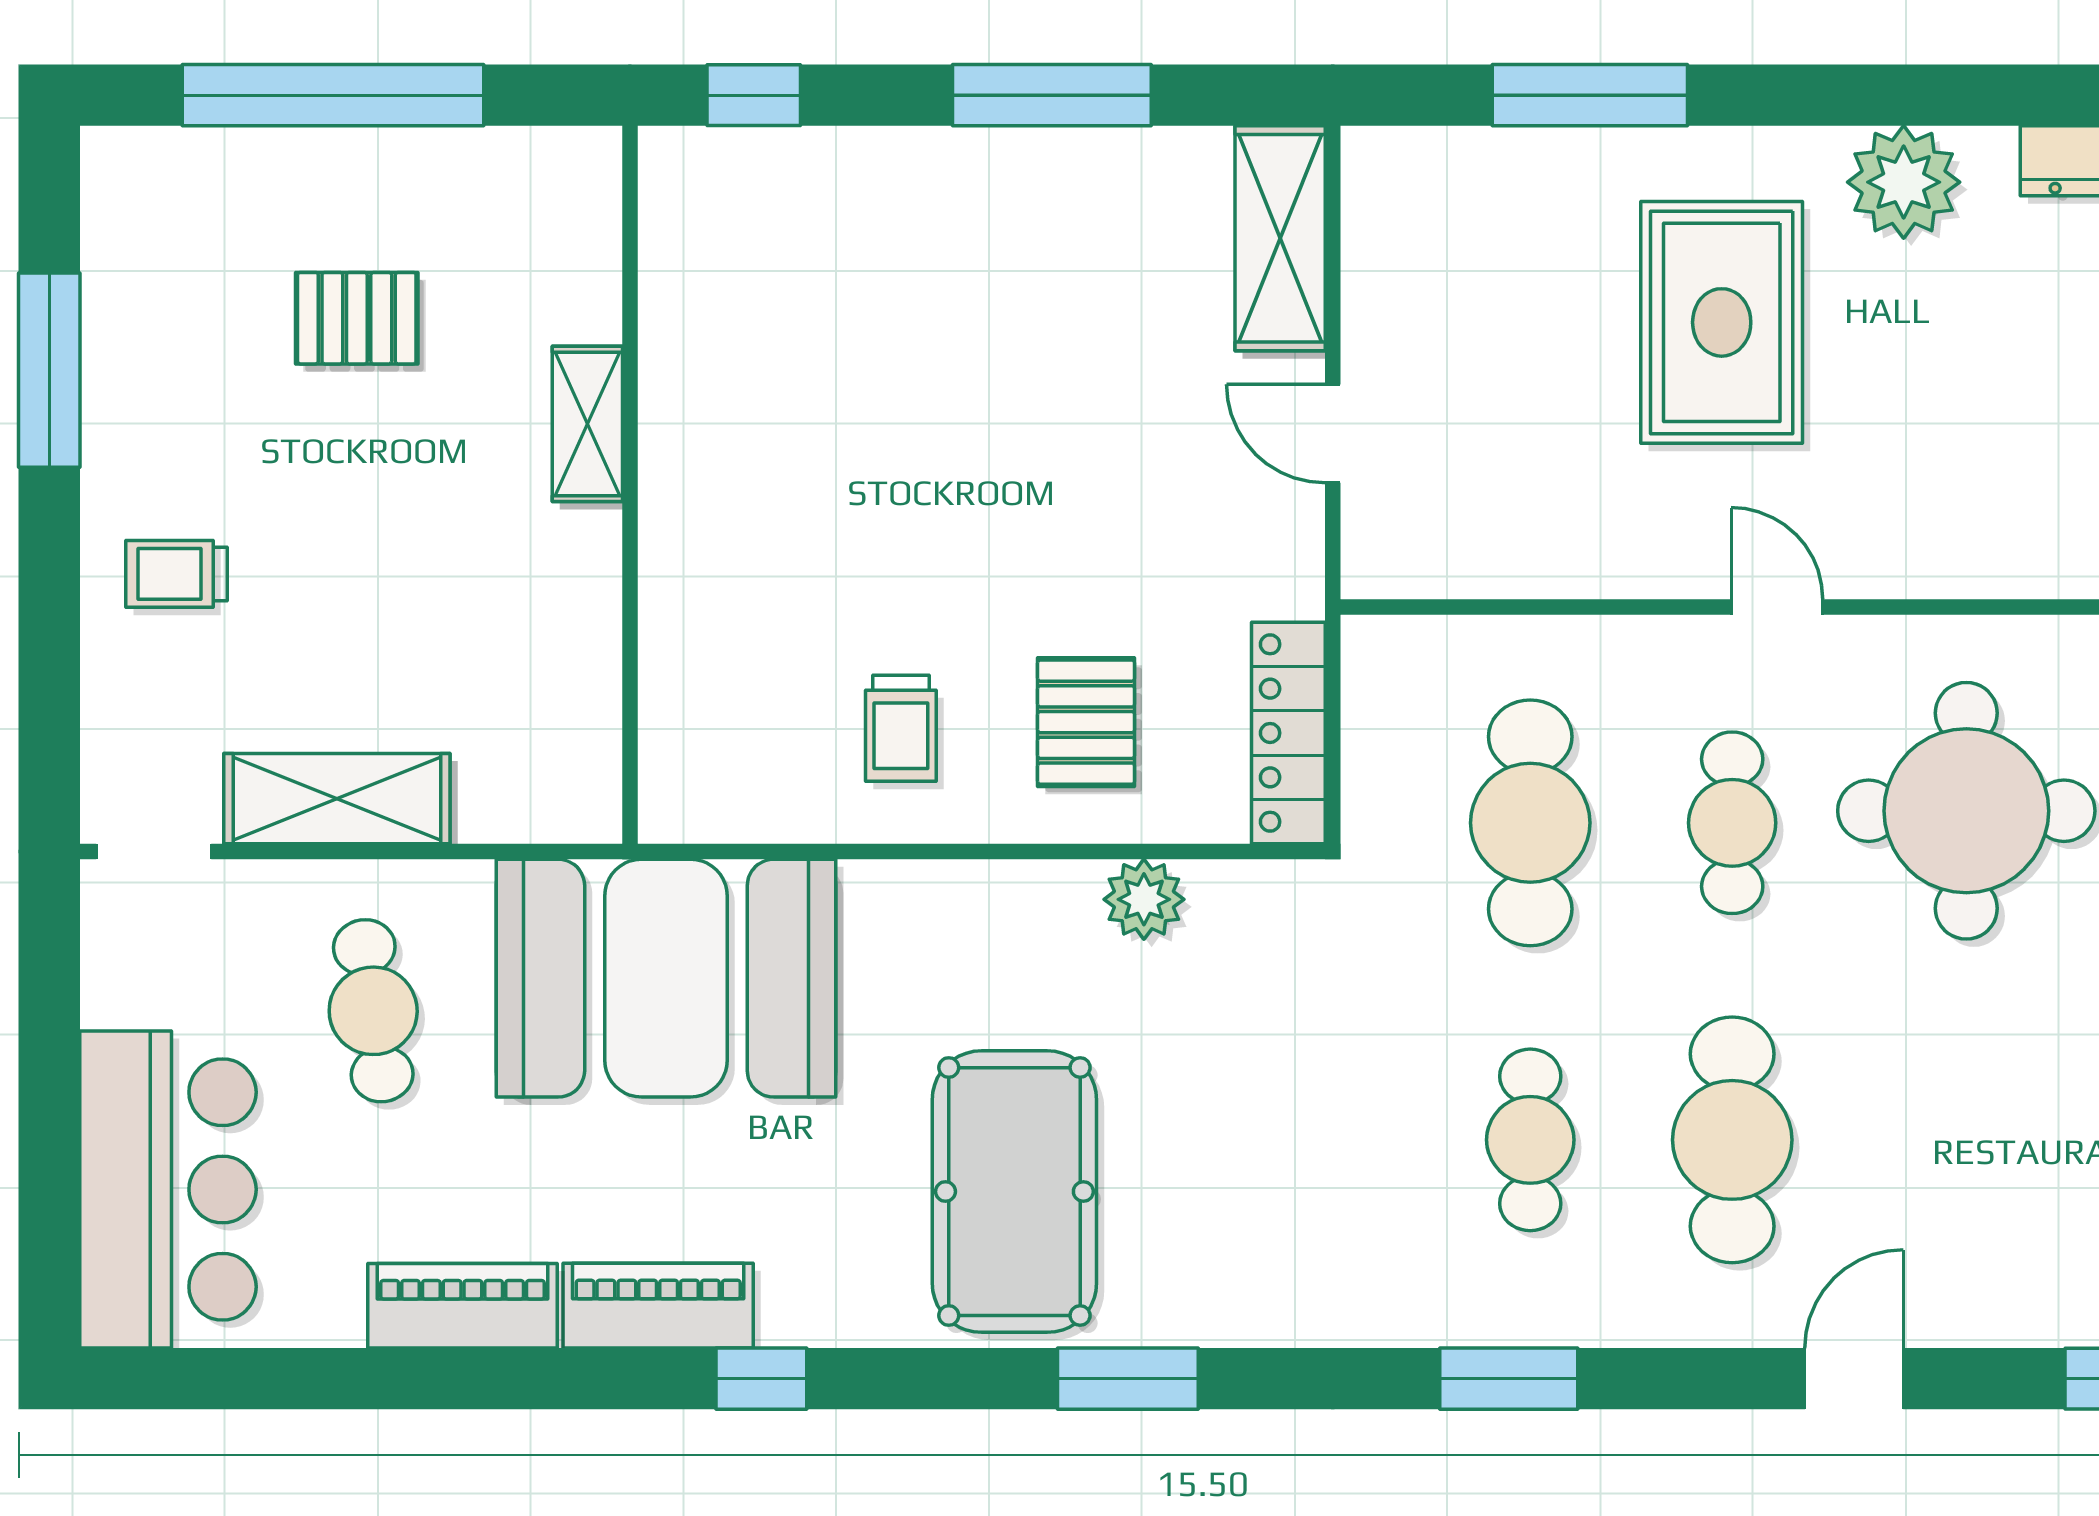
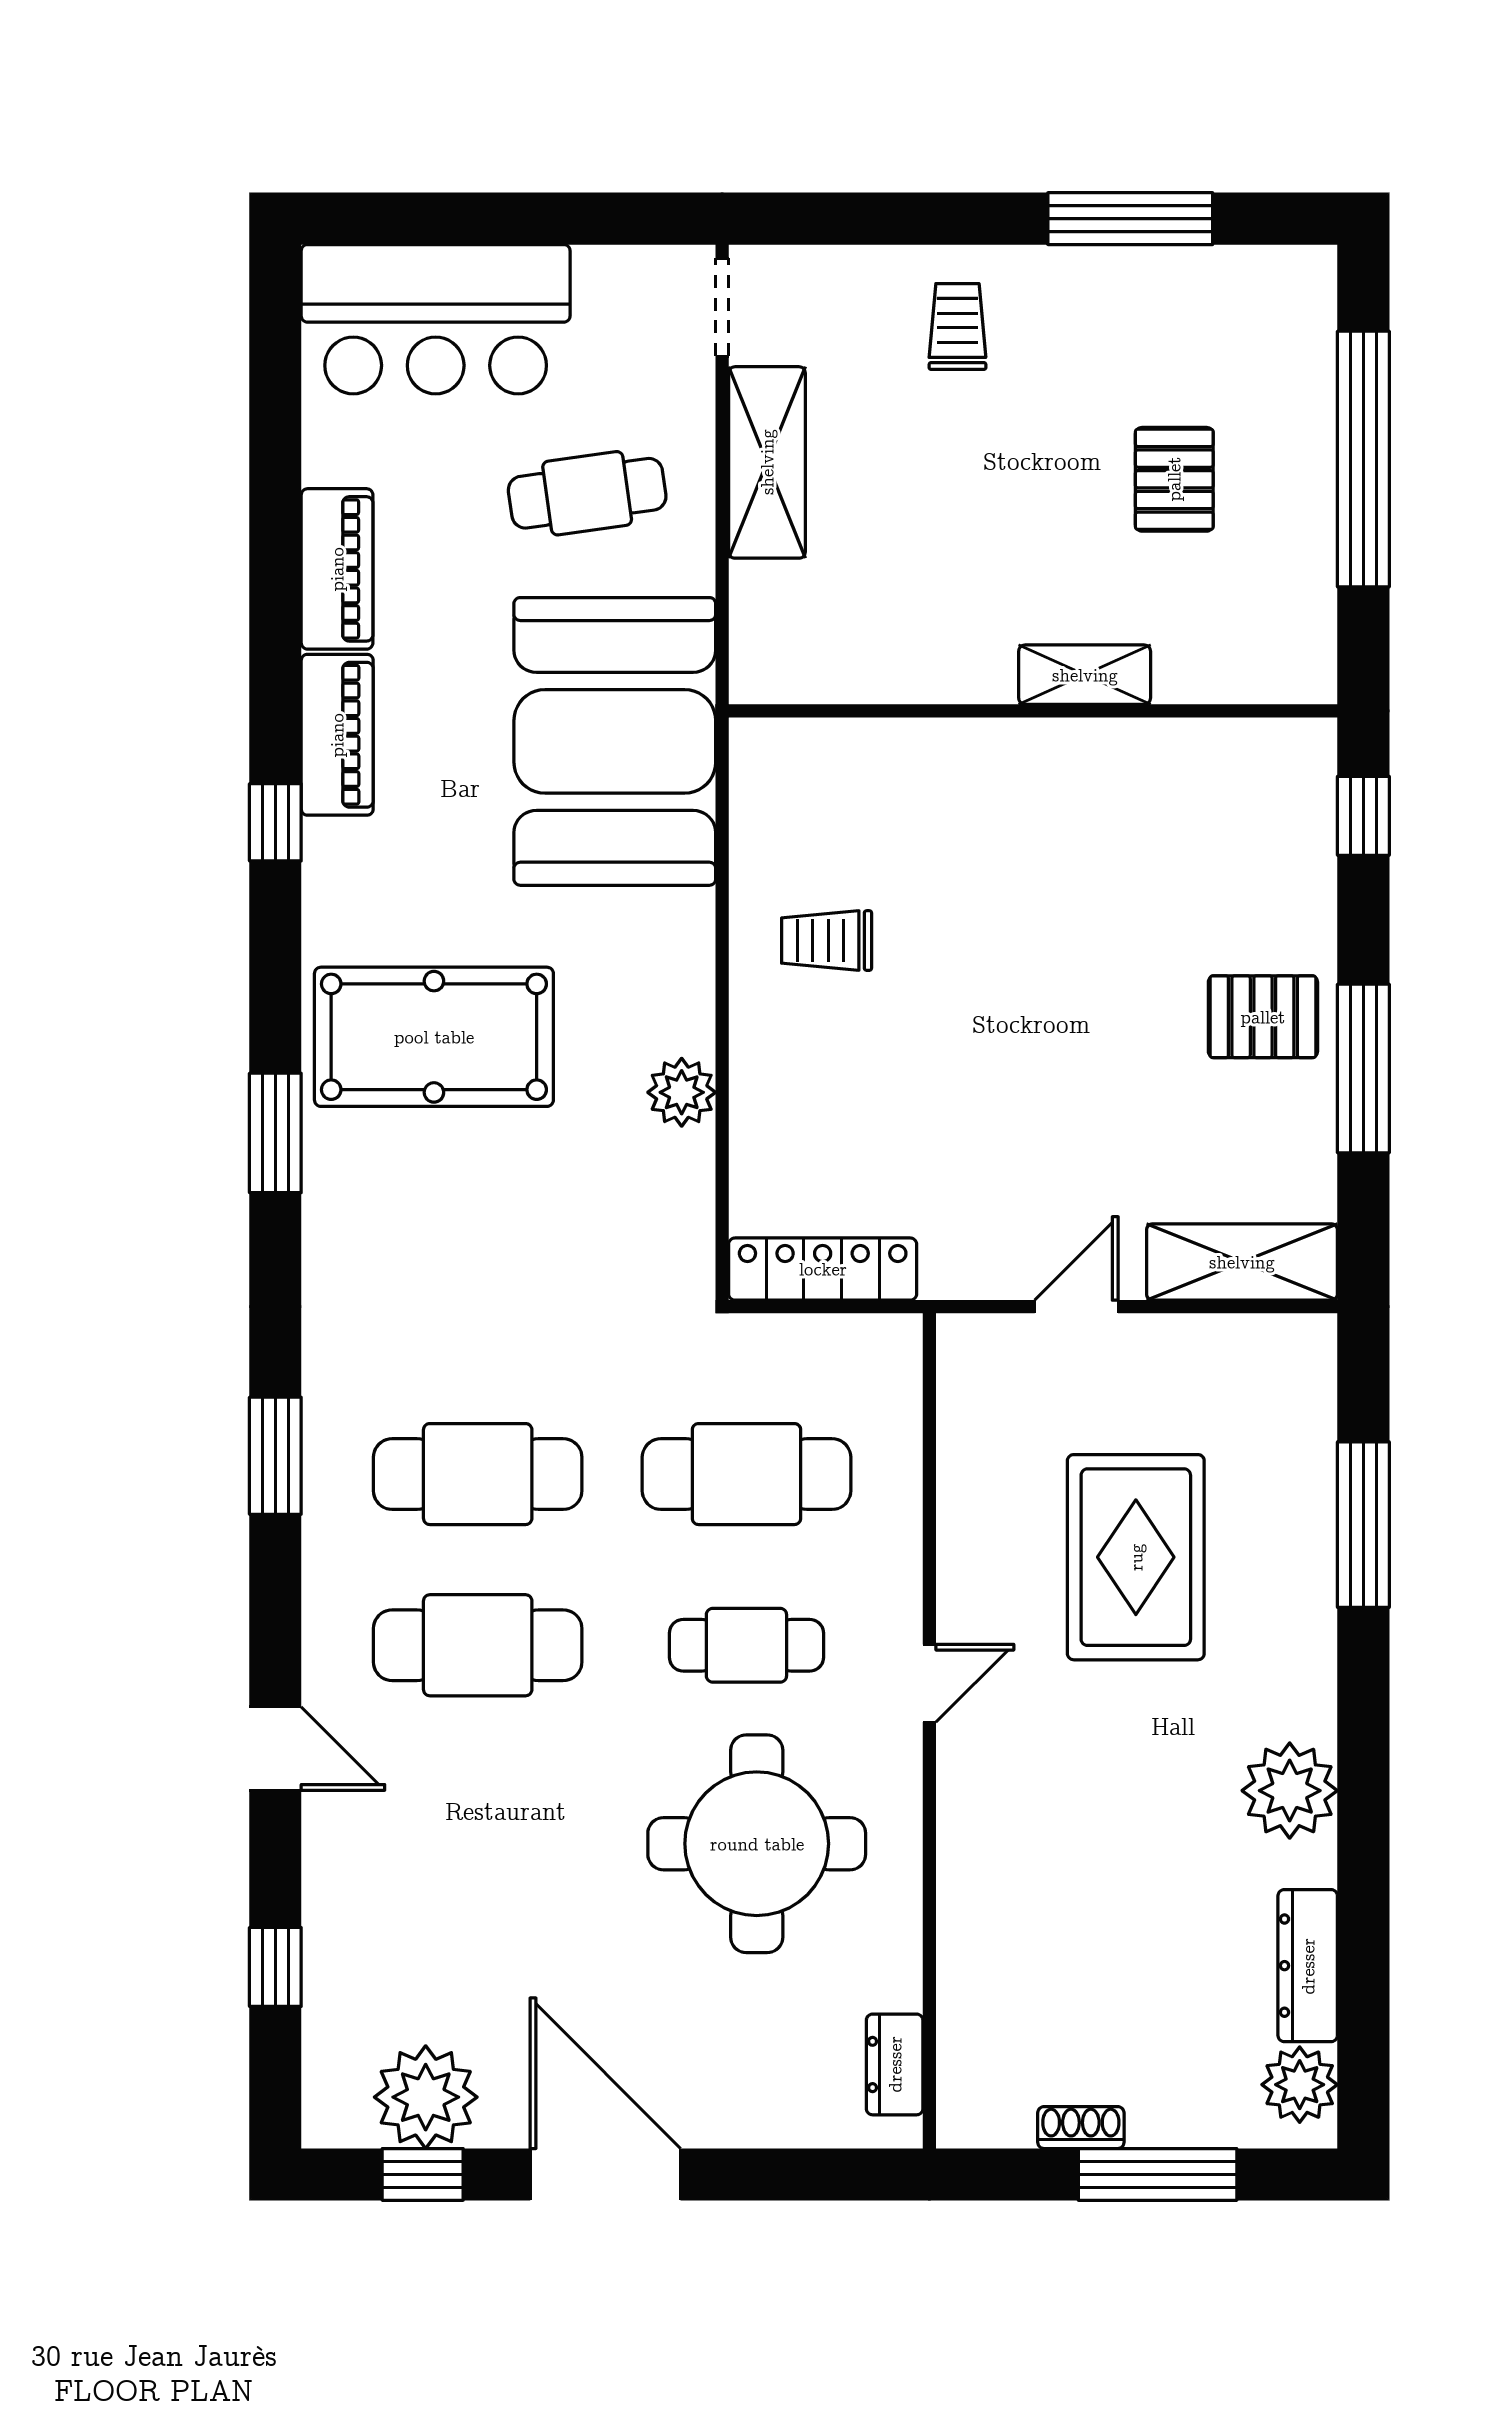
rug: (1722, 322) -> (1136, 1557), moved, turned 90
pallet: (1086, 722) -> (1263, 1017), moved
plant: (1144, 899) -> (682, 1092), moved
cafe table: (1530, 1140) -> (478, 1474), width x1.37, depth x1.35

